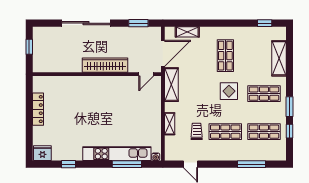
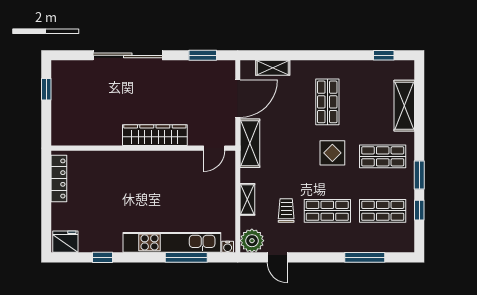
wardrobe: (105, 65) -> (155, 135), moved
wall: (97, 74) -> (143, 148), moved
door: (146, 74) -> (214, 148), moved
plant: (173, 152) -> (252, 241), added

